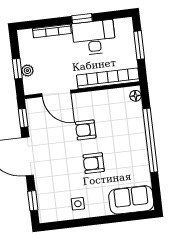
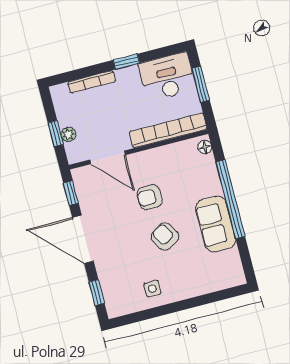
desk: (94, 38) -> (167, 77), moved
armchair: (94, 163) -> (165, 236), turned 59
sofa: (131, 200) -> (216, 224), moved, turned -90

